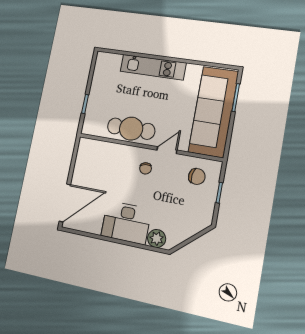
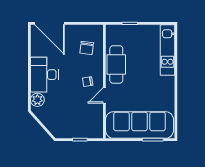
kitchen unit: (153, 67) -> (168, 50), moved
door: (167, 150) -> (104, 95), swing flipped
chair: (197, 176) -> (87, 48), moved

